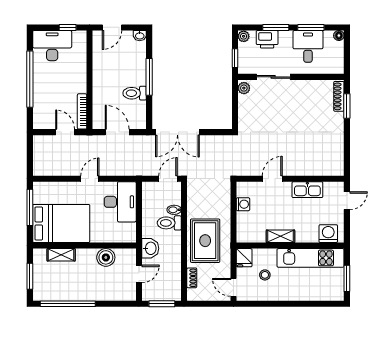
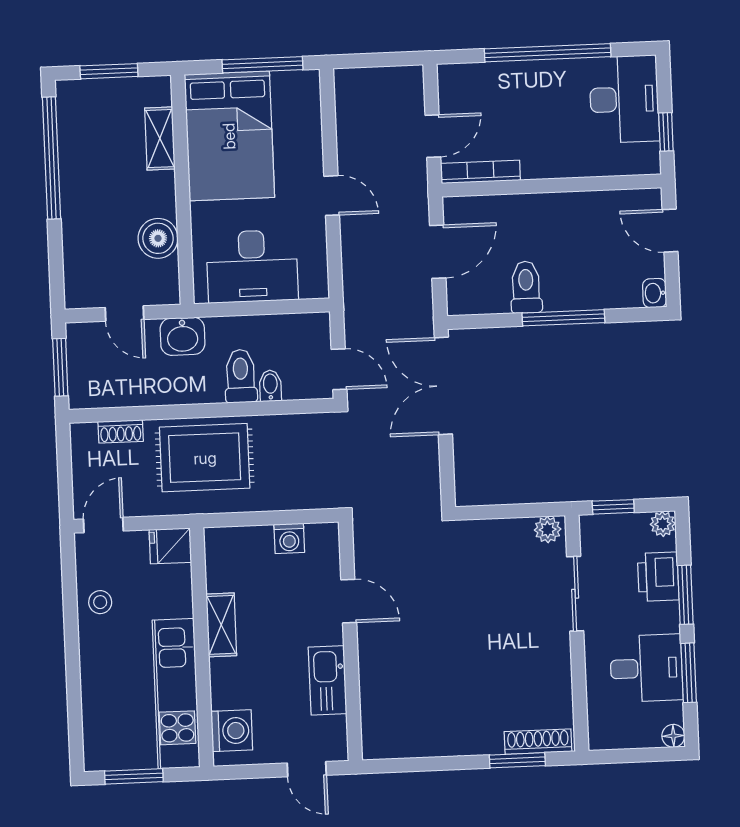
desk: (120, 202) -> (252, 266), moved
stool: (265, 275) -> (100, 602), moved

